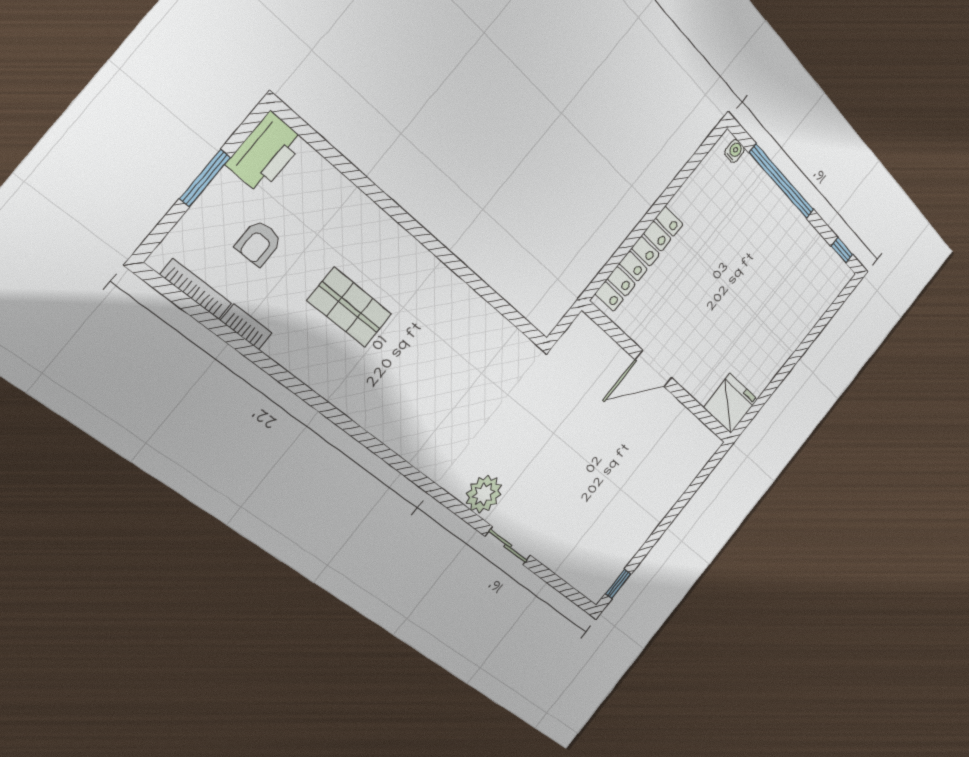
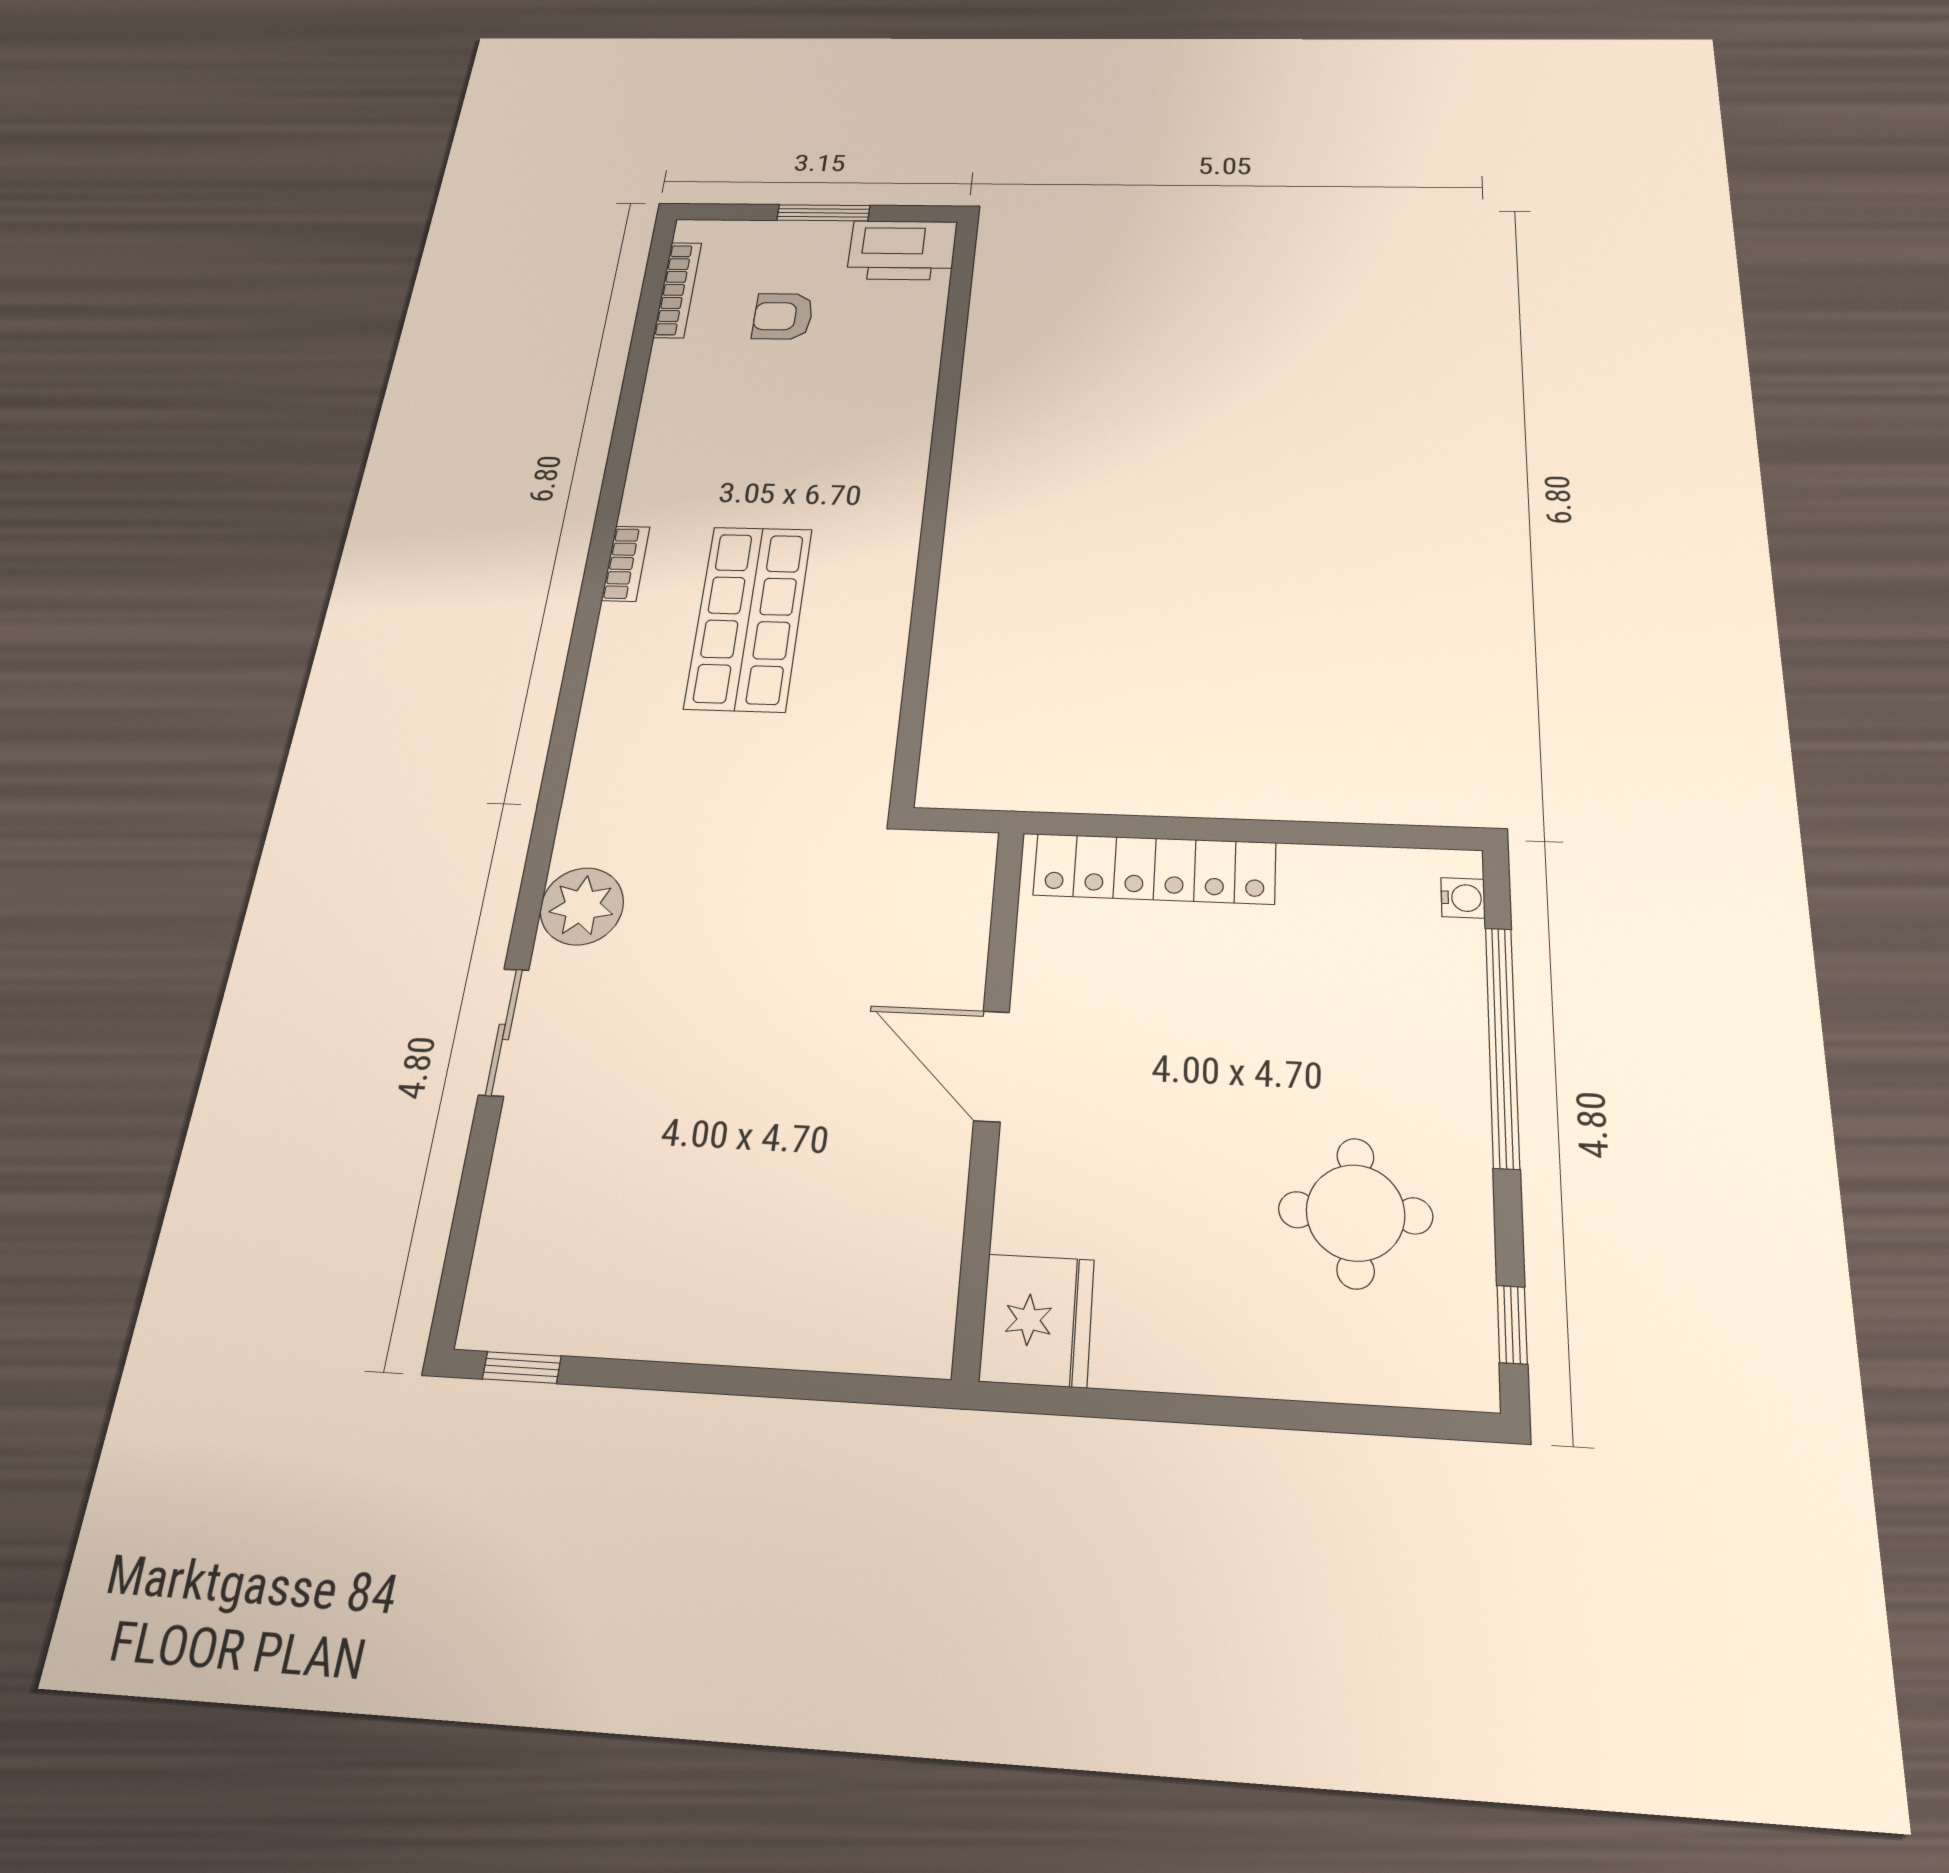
round table: (783, 275) -> (1355, 1213), added
shop shelf: (350, 307) -> (749, 618), moved, width x1.43, depth x1.36
bookcase: (246, 327) -> (626, 564), moved

